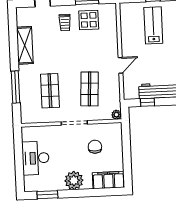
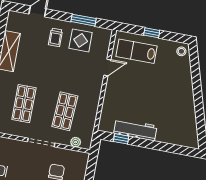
lab bench: (153, 25) -> (137, 51), moved, turned -90
door: (121, 65) -> (107, 68), moved
plant: (116, 115) -> (76, 142), moved

